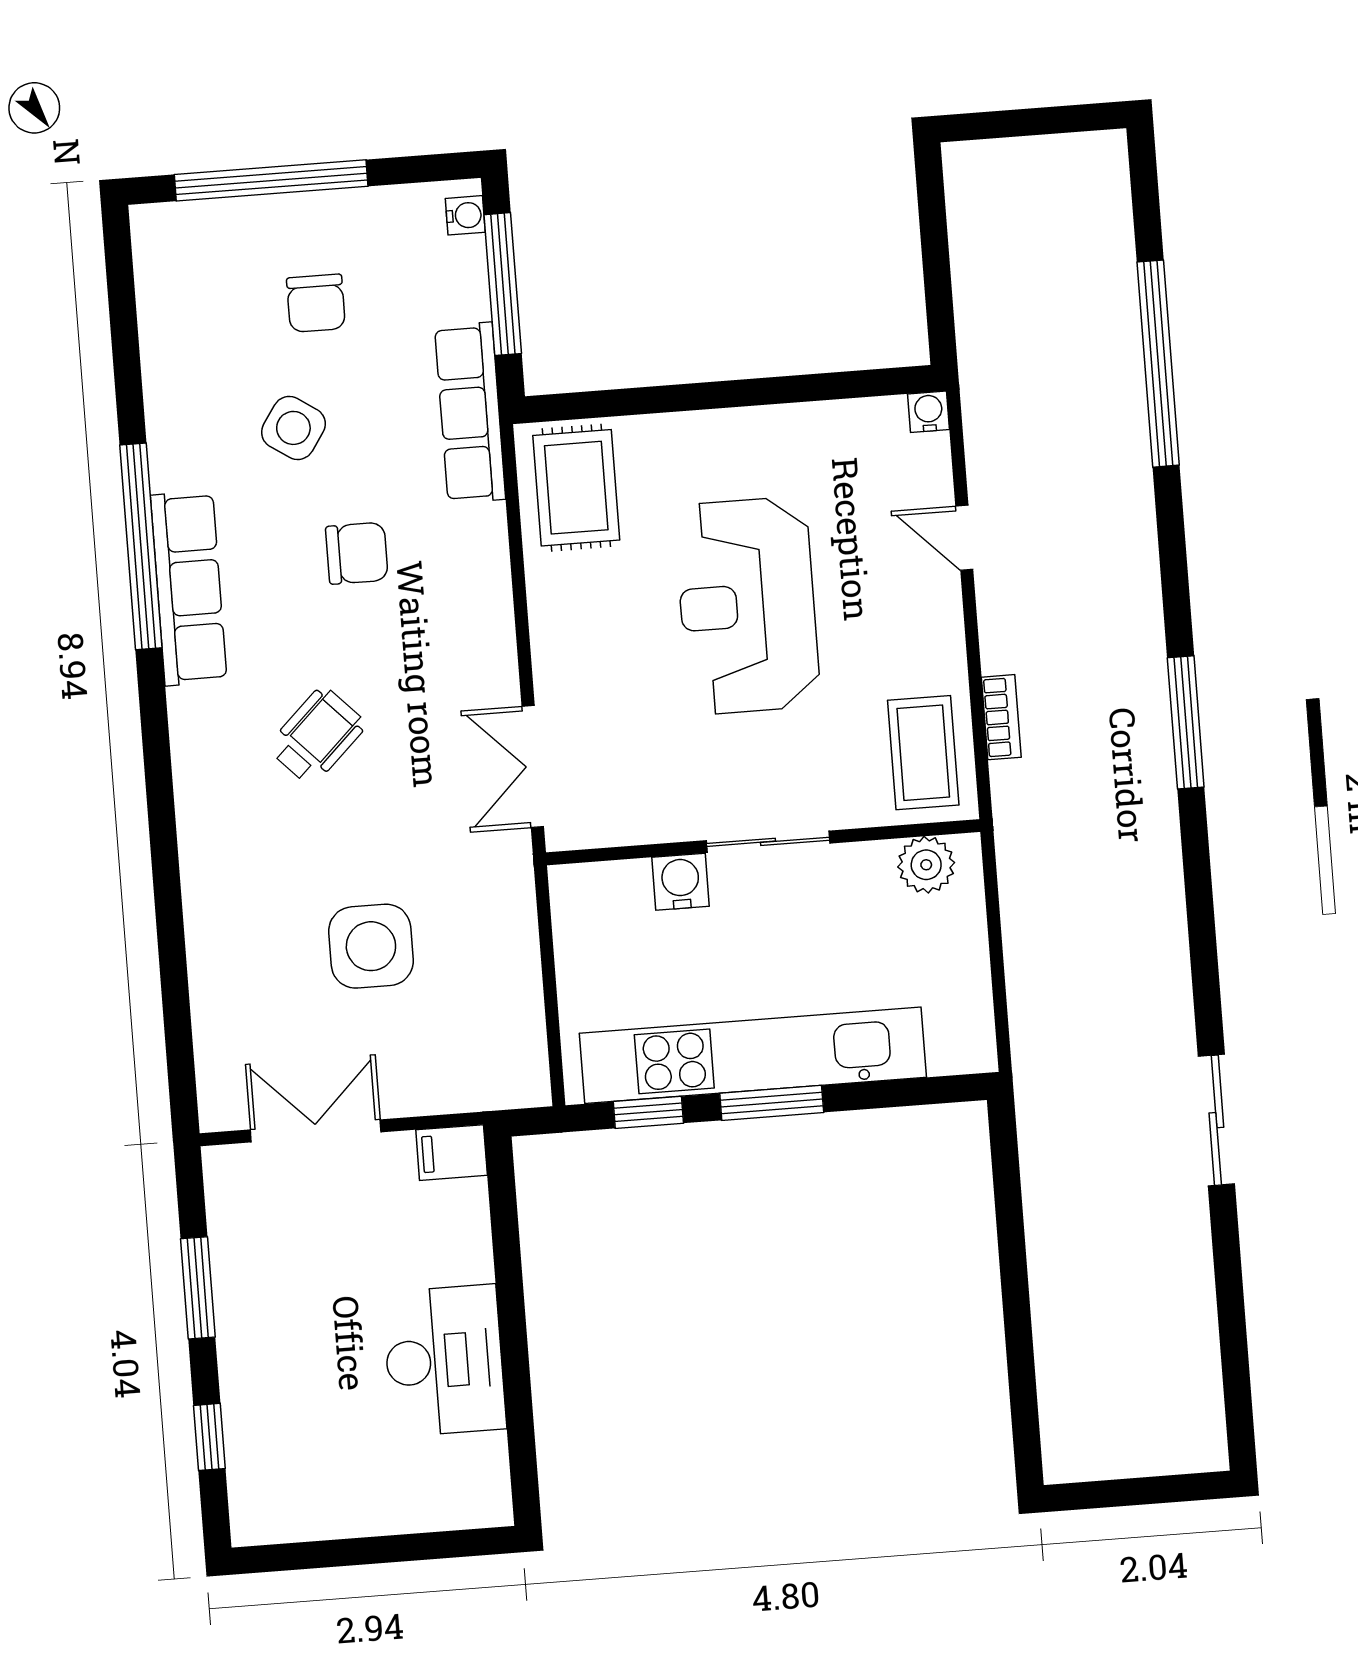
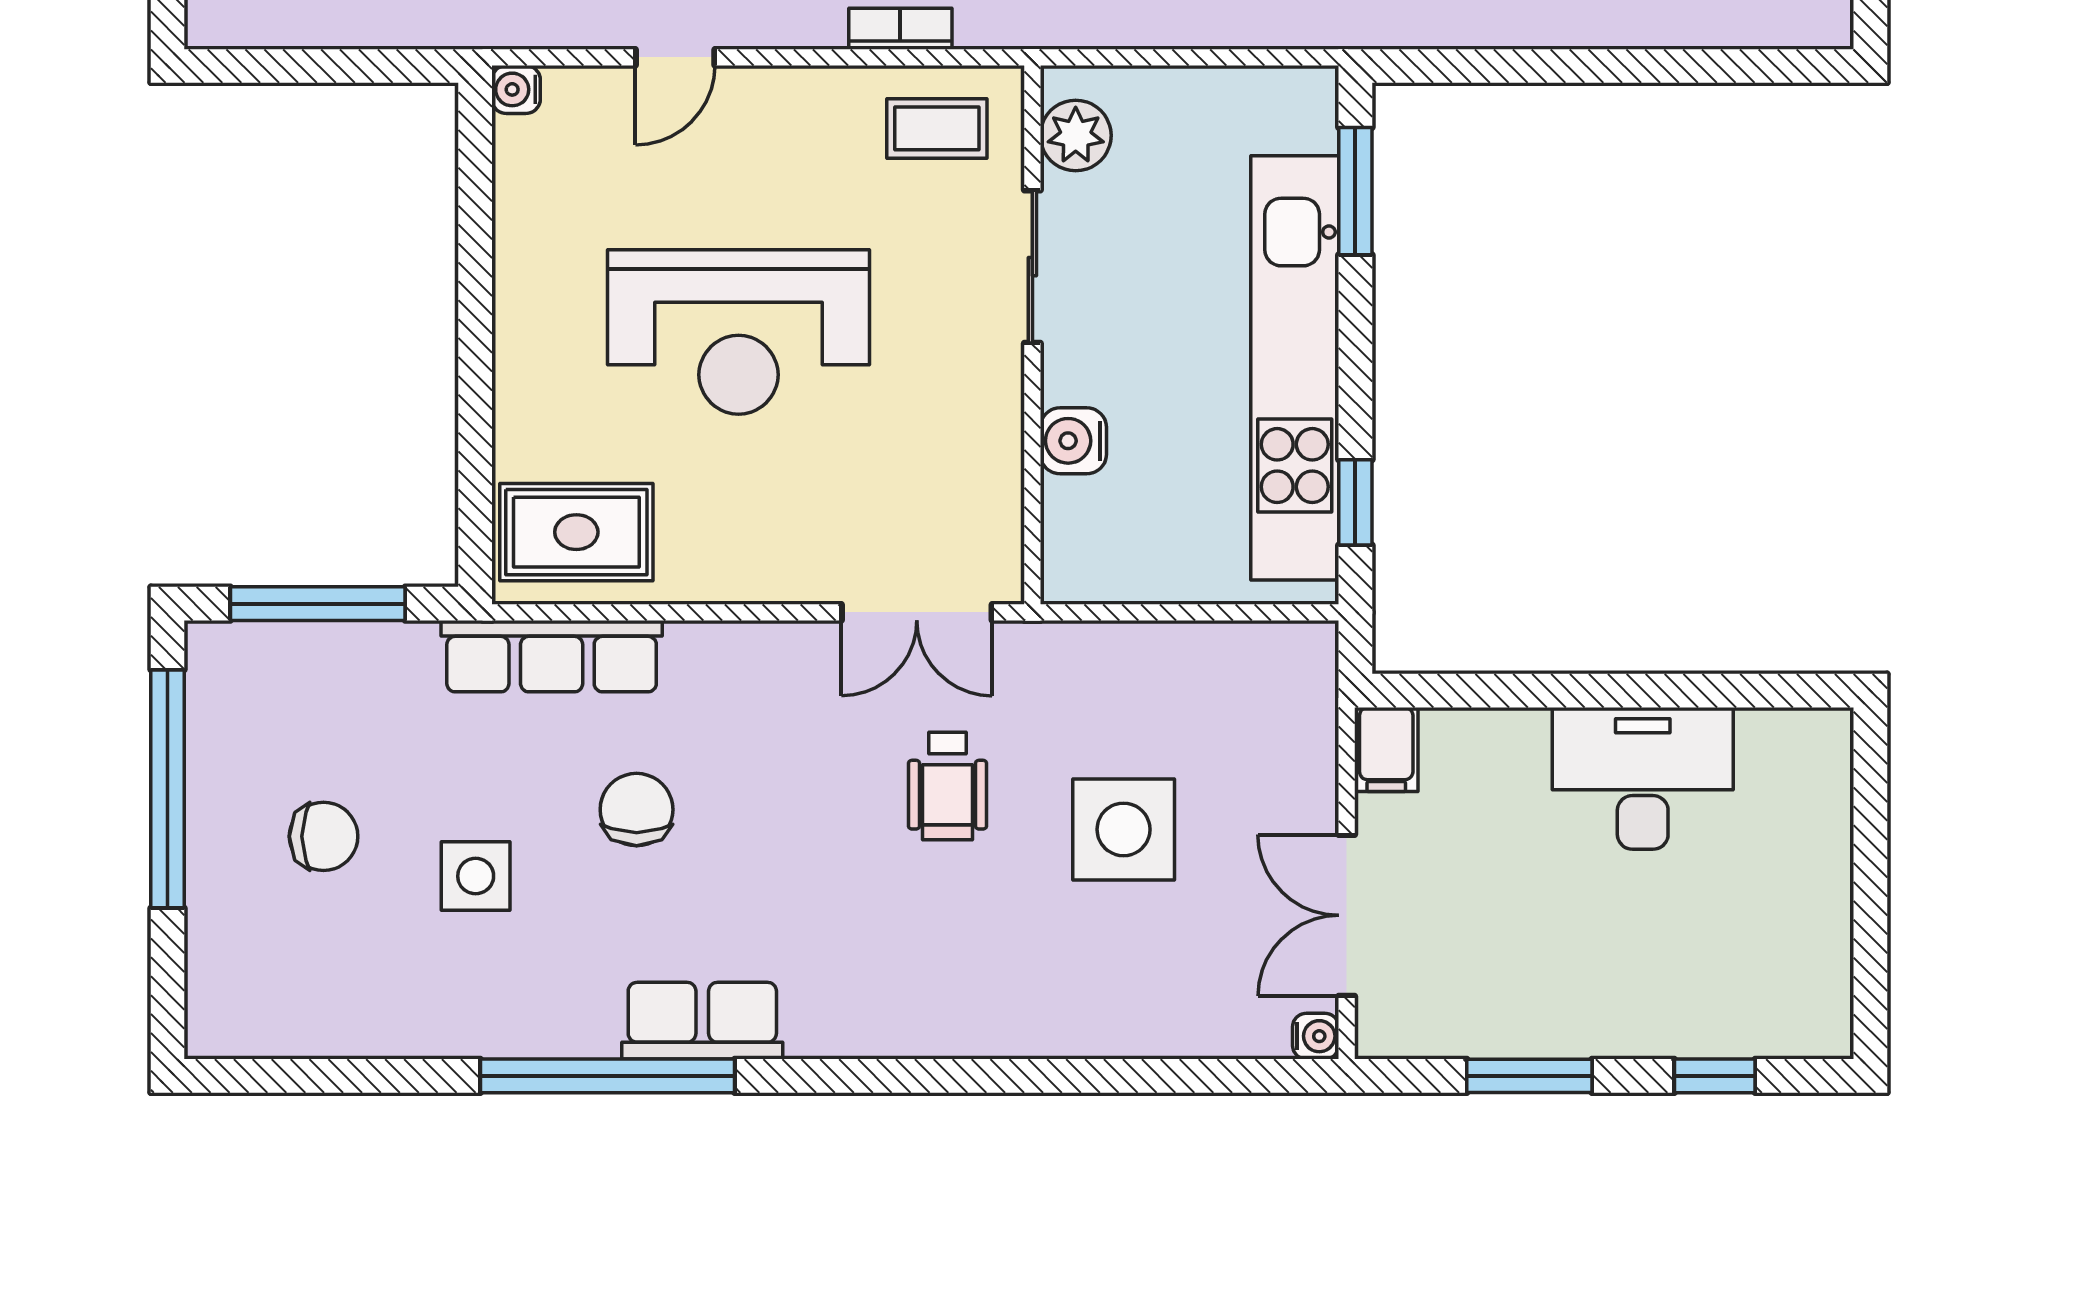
window: (271, 180) -> (168, 789), moved
water cooler: (465, 215) -> (1316, 1036), moved, turned 90
row of seats: (470, 413) -> (552, 656), moved
side table: (293, 428) -> (476, 876), turned -34
row of seats: (189, 588) -> (702, 1021), width x0.68
wheelchair: (317, 736) -> (947, 786), moved, turned -136
coffee table: (923, 753) -> (937, 128), width x0.73, depth x0.77
sliding door: (768, 842) -> (1032, 267), moved
window: (772, 1103) -> (1355, 191), moved

